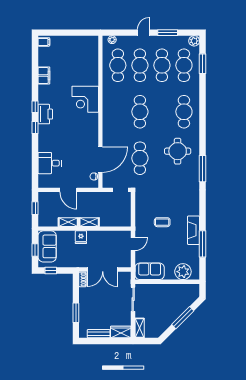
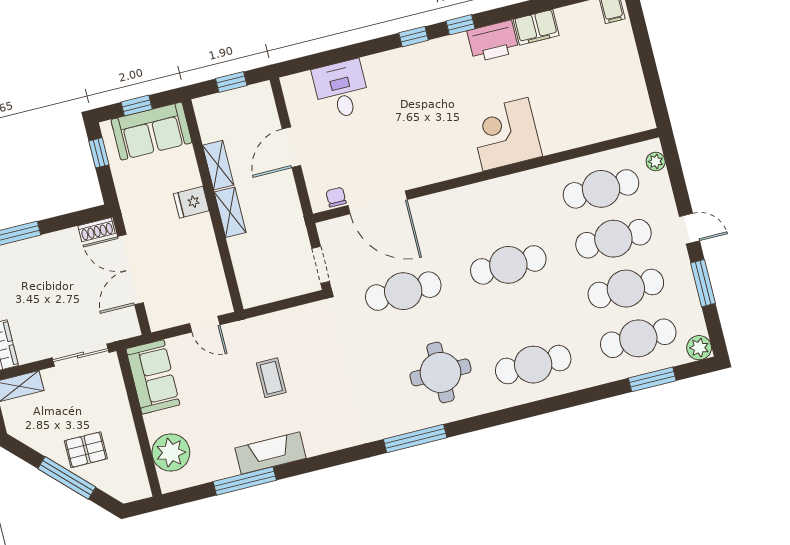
printer: (45, 114) -> (493, 41), moved
pallet: (173, 307) -> (86, 450), added

